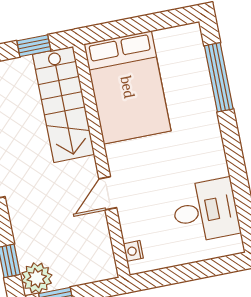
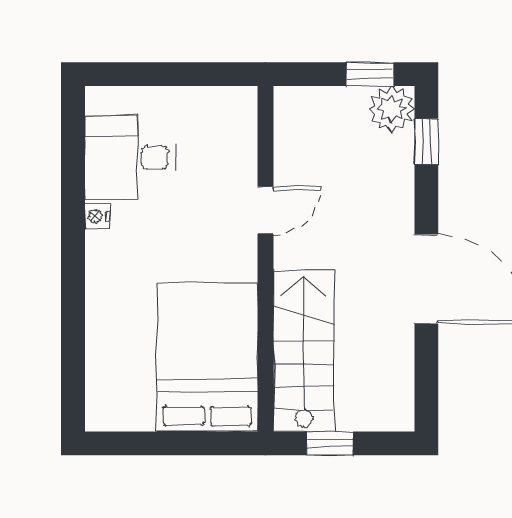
window: (219, 77) -> (73, 345), removed
nightstand: (133, 251) -> (97, 216), moved, turned 180

